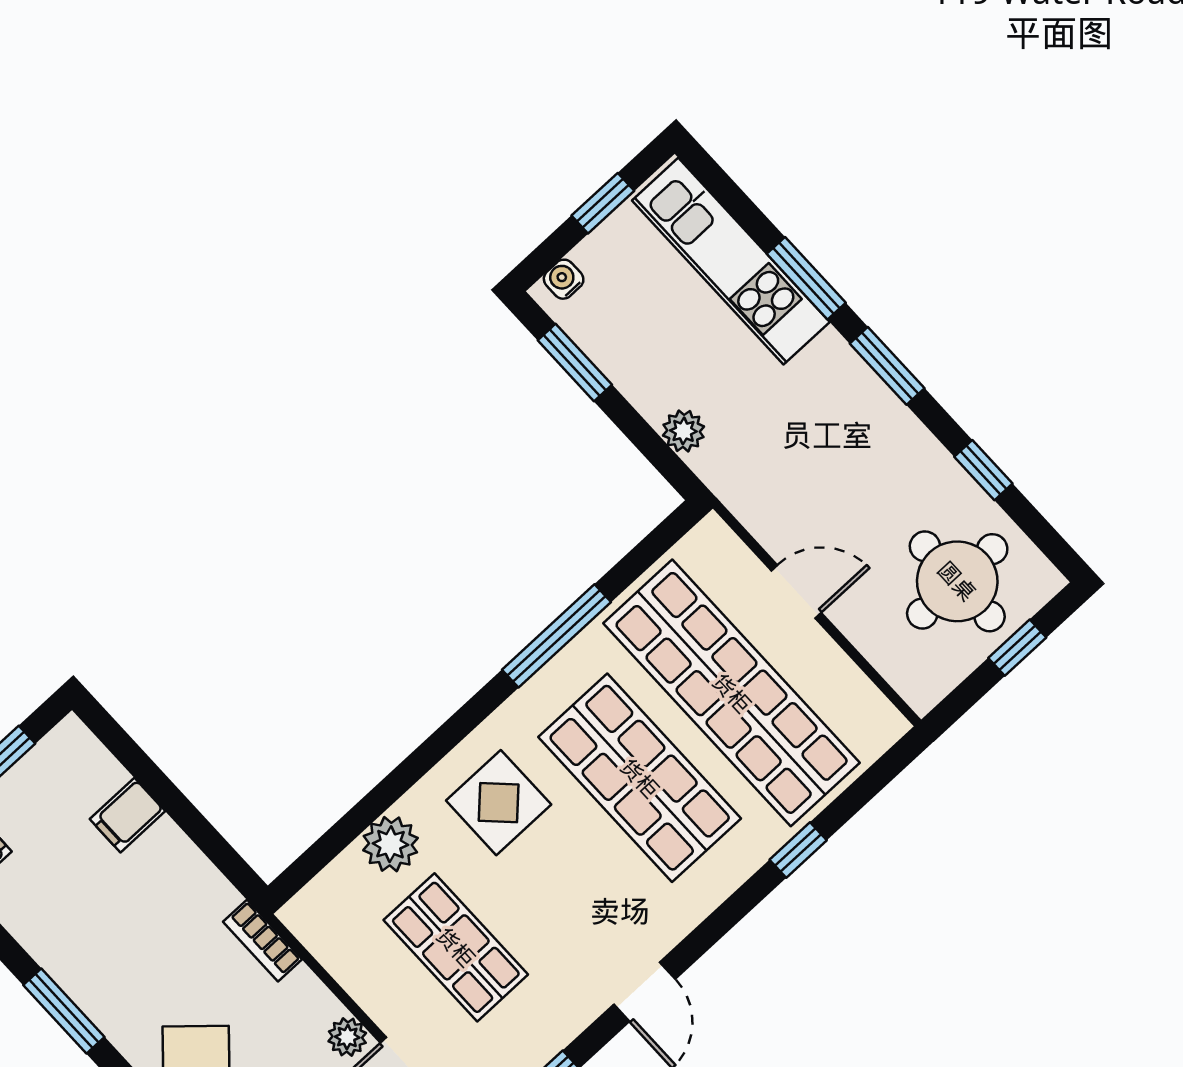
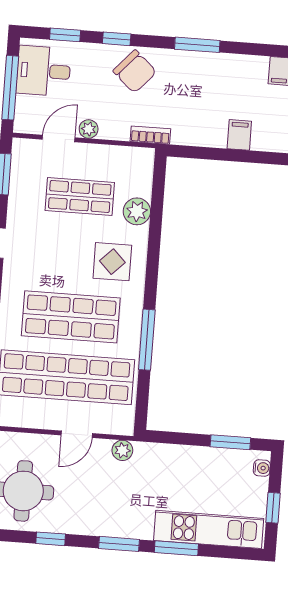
plant: (683, 431) -> (122, 450), moved

